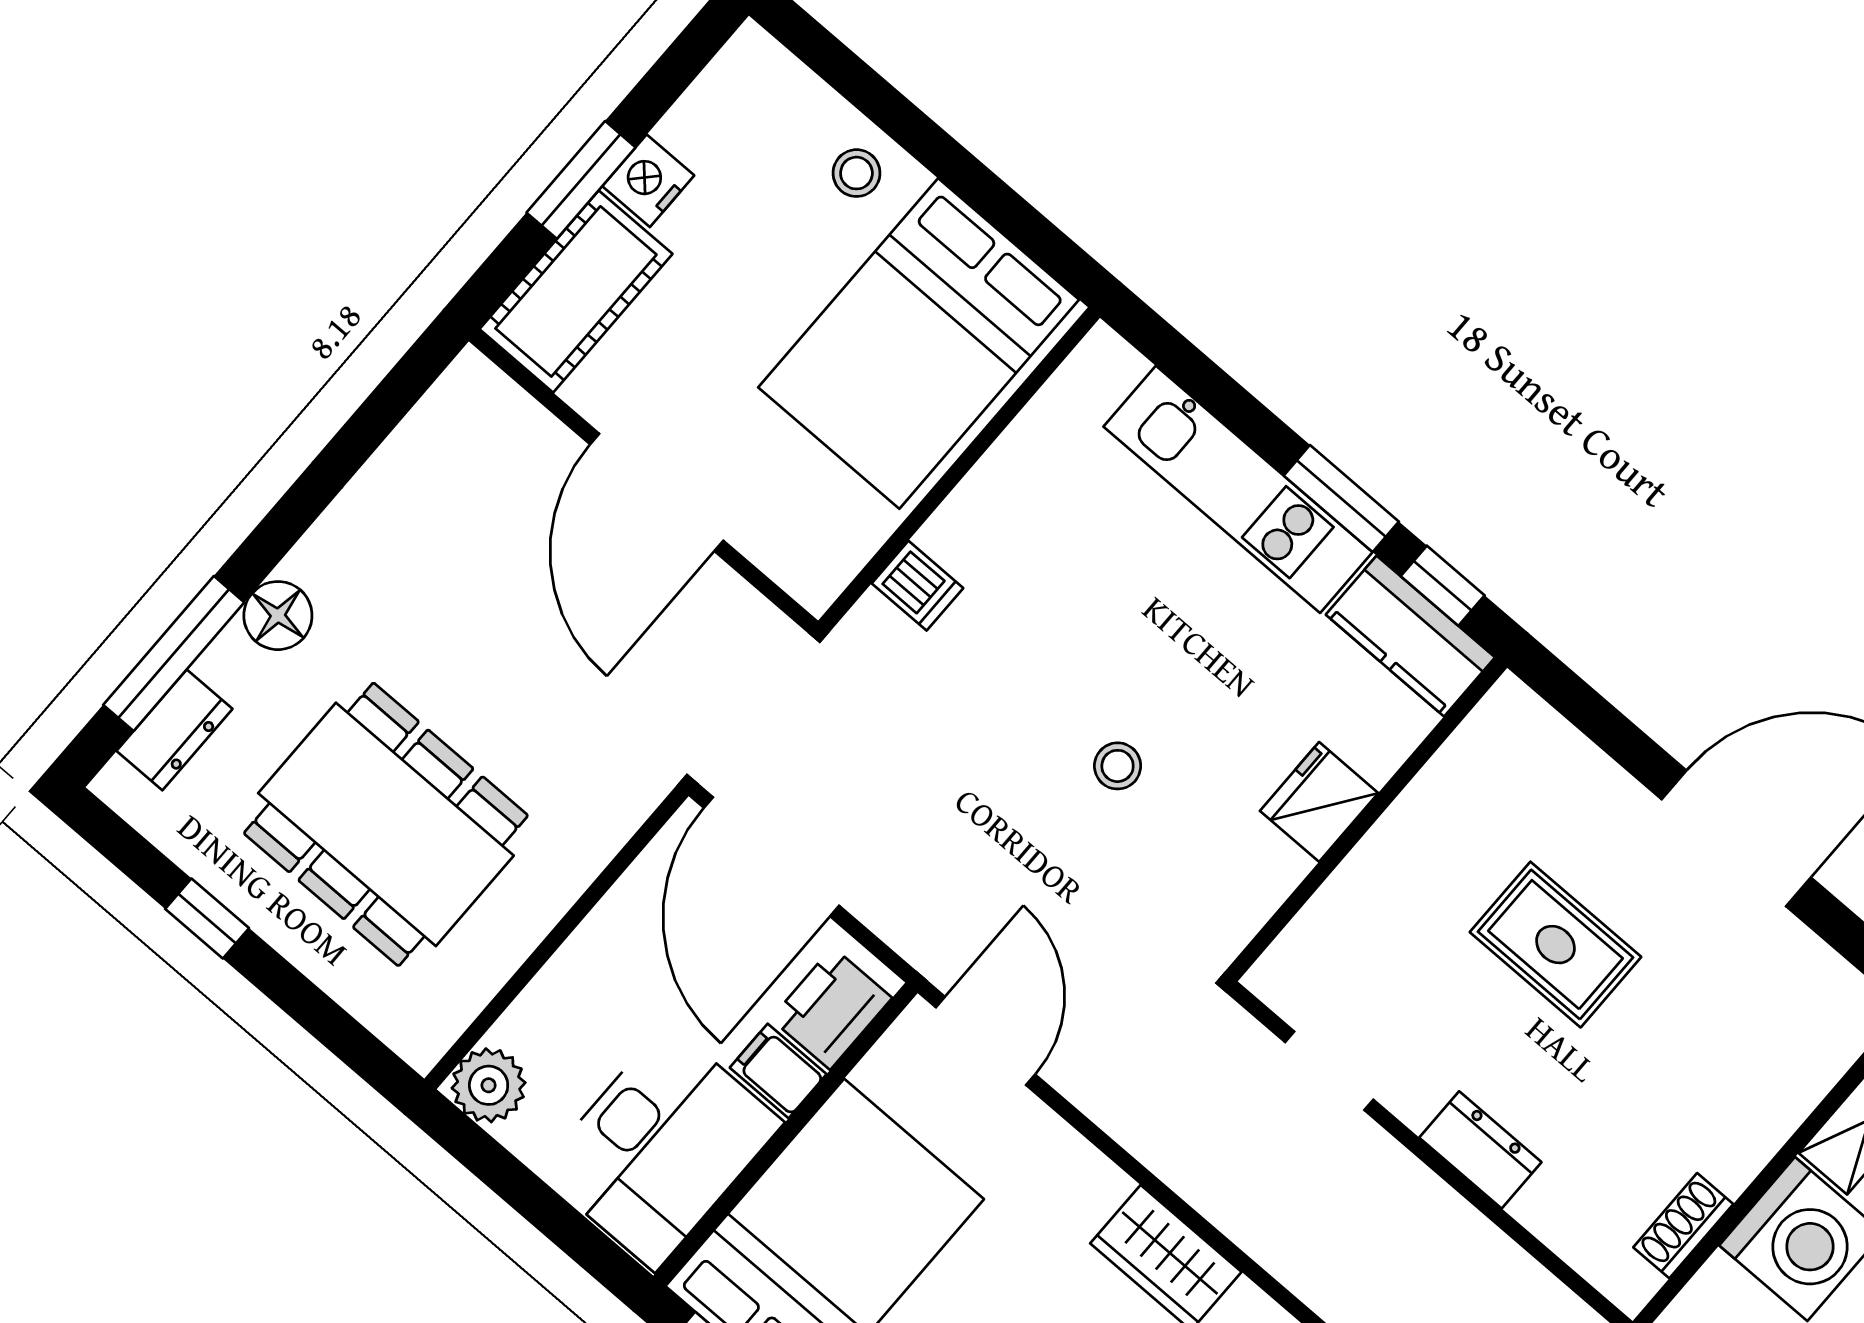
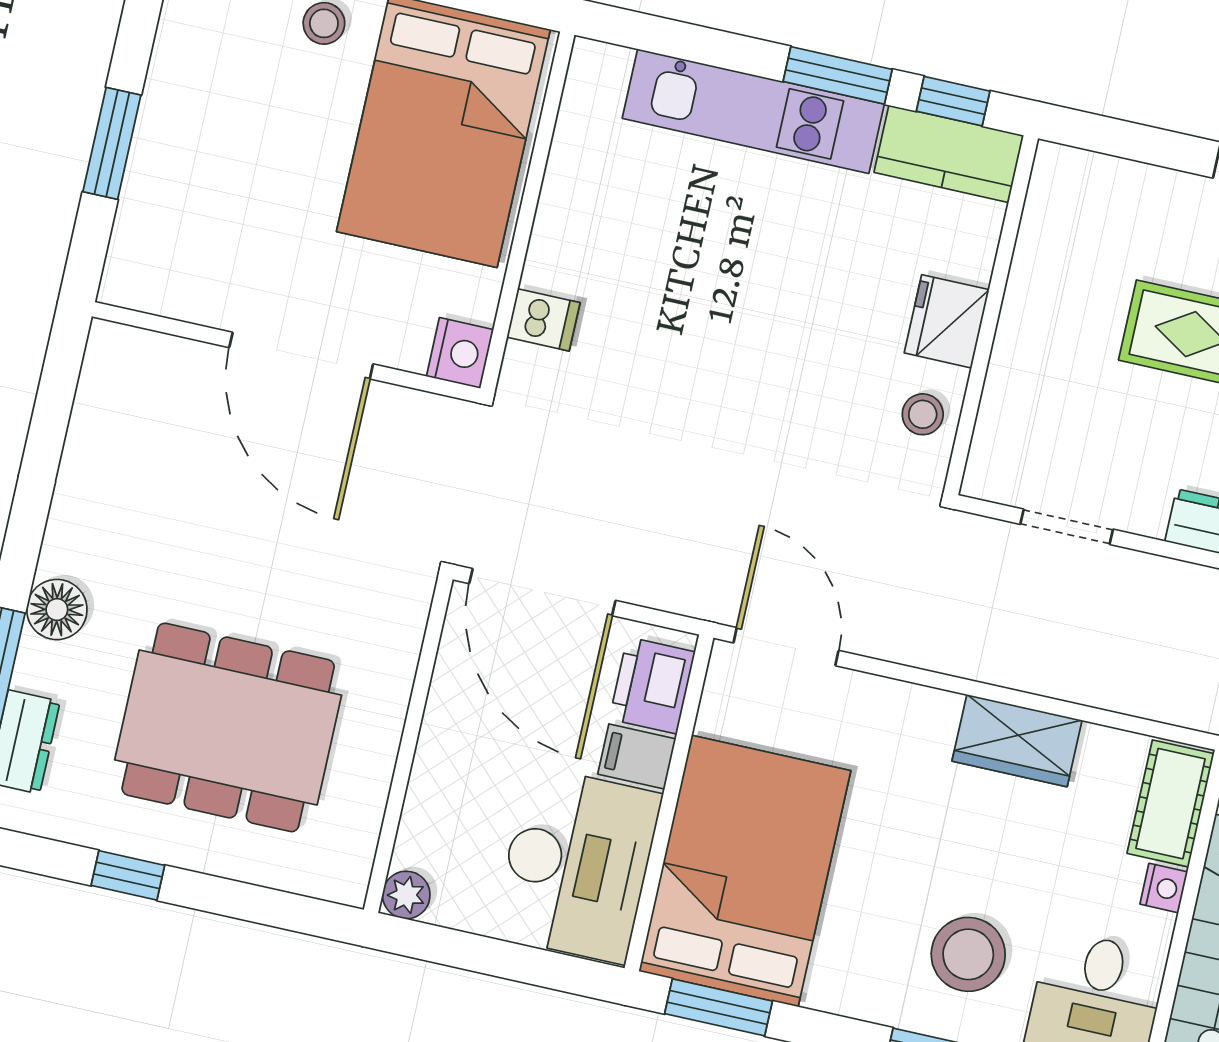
nightstand: (648, 181) -> (460, 353), moved, turned 180
cot: (576, 291) -> (154, 233), removed
stool: (1118, 766) -> (923, 414), moved
plant: (489, 1085) -> (406, 895), width x0.73, depth x0.73

